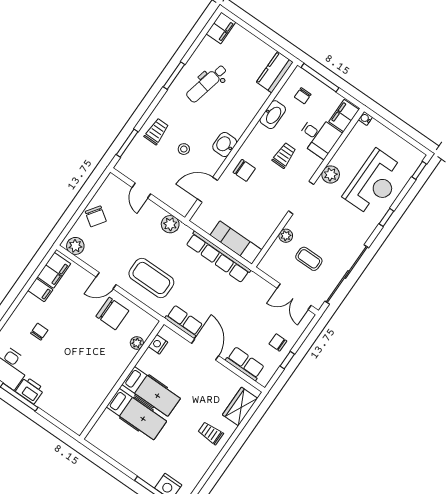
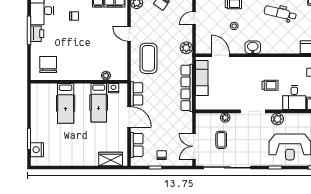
washbasin: (273, 115) -> (289, 63), removed
chair: (244, 170) -> (246, 68), removed
exam couch: (236, 243) -> (202, 78), moved
chair: (112, 314) -> (48, 65), moved, turned 180
door: (205, 350) -> (129, 117), hinge flipped
hospital bed: (151, 391) -> (99, 103), moved
trolley: (211, 433) -> (84, 153), removed

